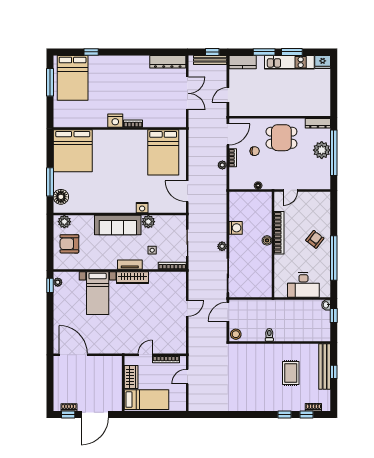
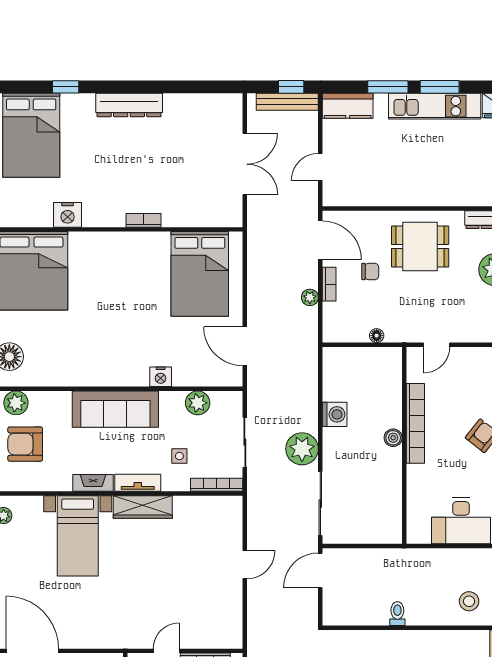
dresser: (168, 62) -> (129, 105), moved
nightstand: (115, 121) -> (68, 215), moved
door: (228, 134) -> (320, 240), hinge flipped
plant: (148, 222) -> (198, 403), moved
plant: (222, 246) -> (302, 449), width x1.88, depth x1.88
fireplace: (106, 265) -> (93, 483), added
stool: (236, 334) -> (469, 601), moved

